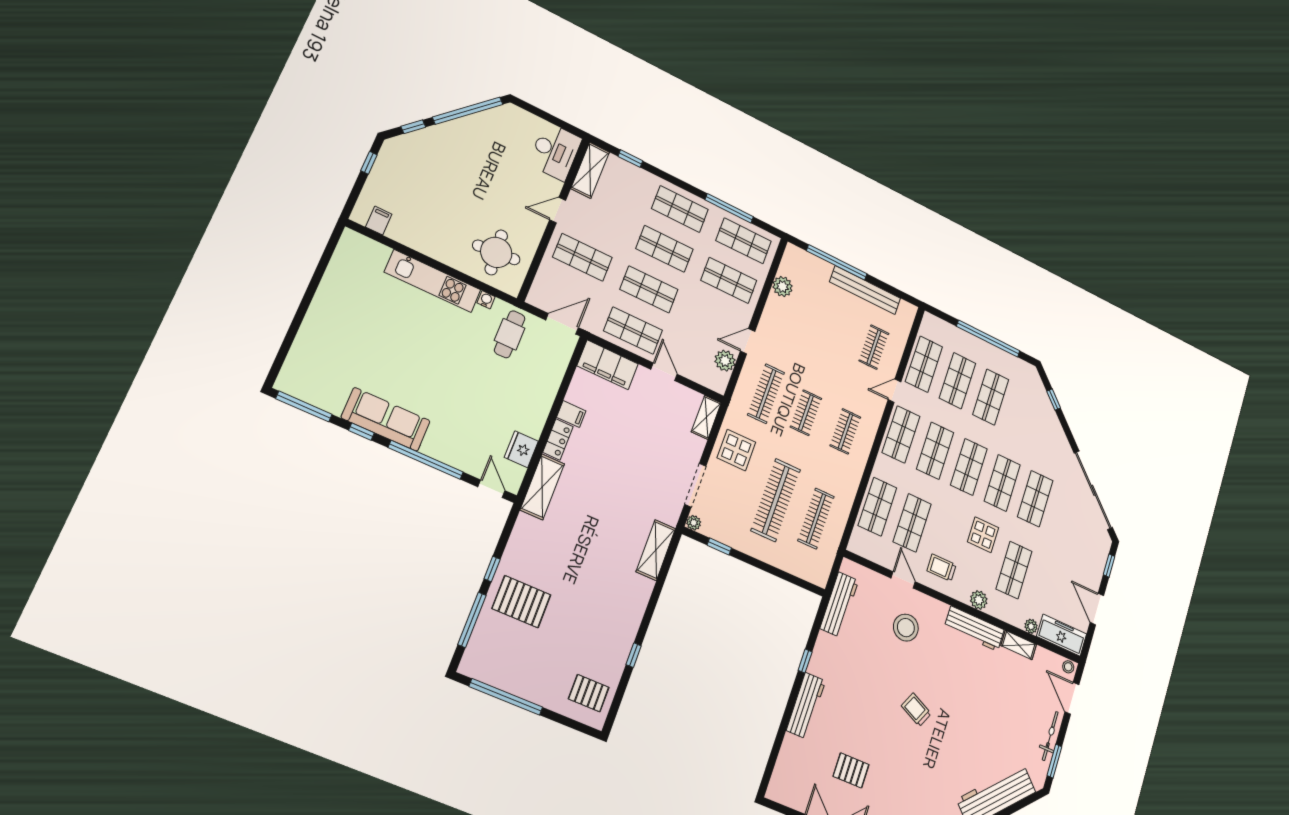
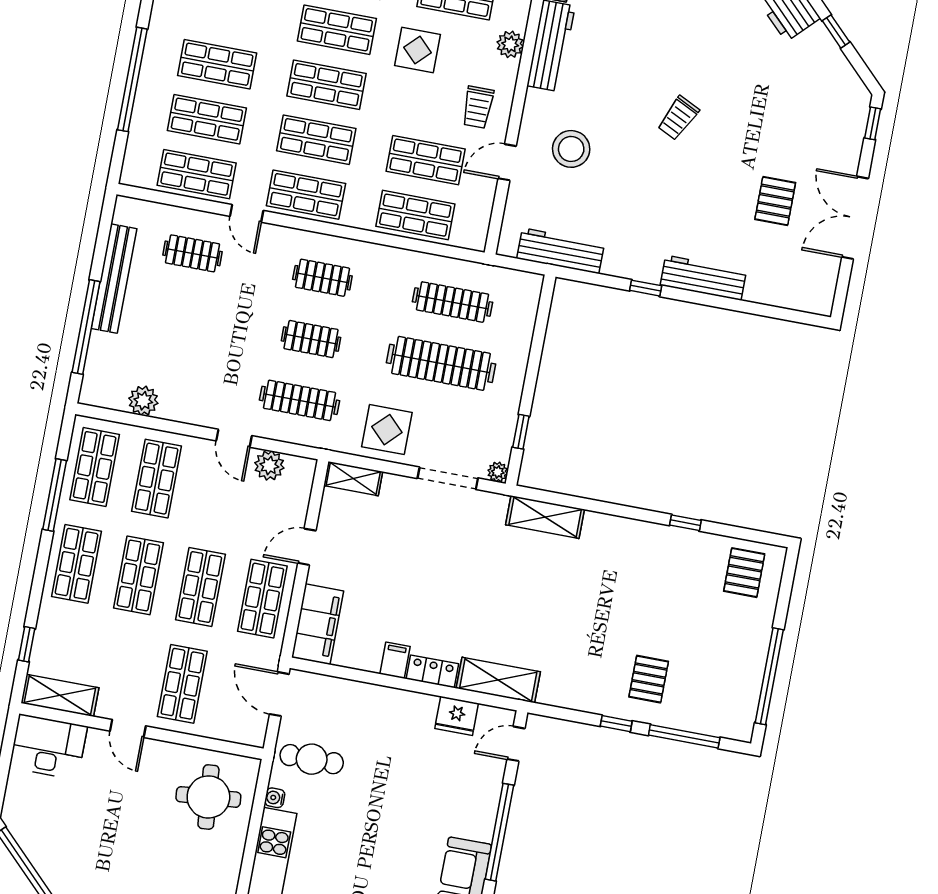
pallet: (521, 602) -> (649, 679), width x0.67, depth x0.71

